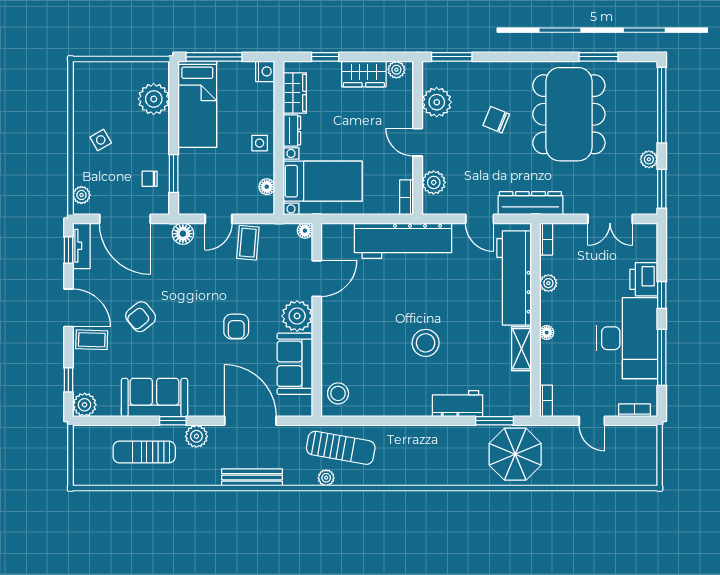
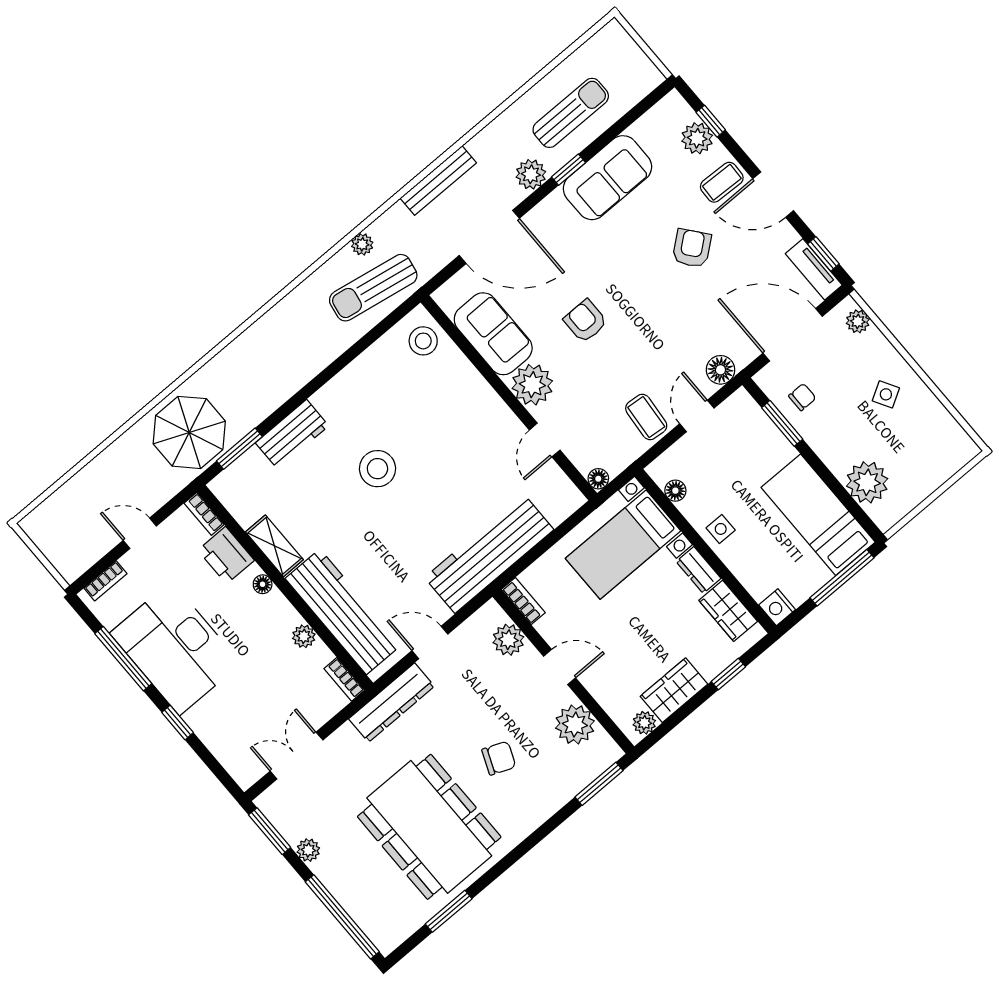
door: (317, 279) -> (545, 440), width x0.73
printer: (644, 279) -> (226, 555), moved, turned 180
plant: (85, 405) -> (697, 138), moved

